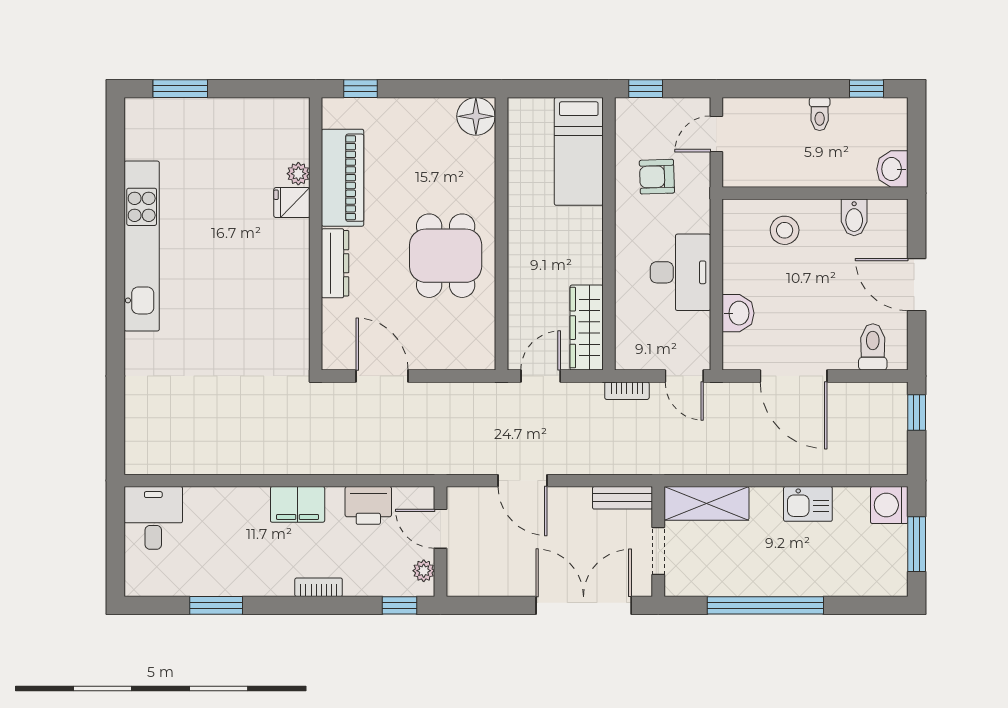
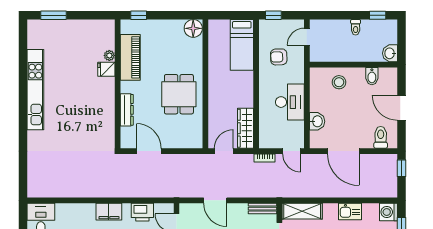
dresser: (335, 263) -> (127, 110), moved

